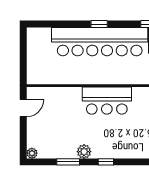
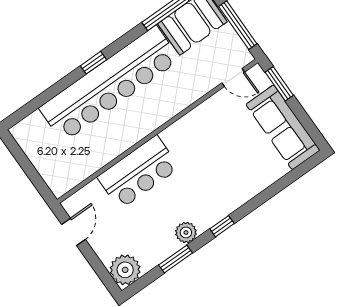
bar counter: (107, 101) -> (138, 172), moved
plant: (32, 153) -> (125, 270), width x1.87, depth x1.87

